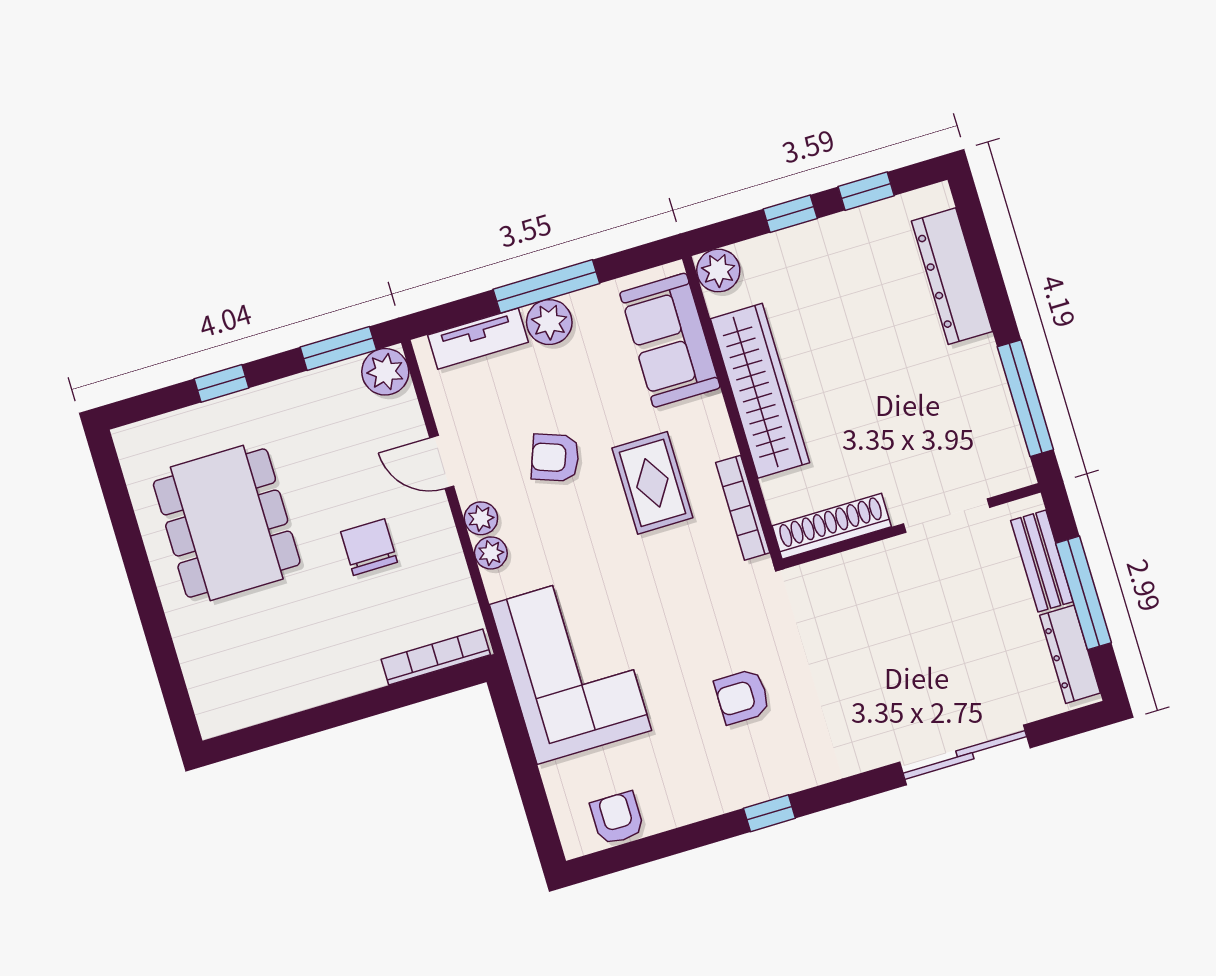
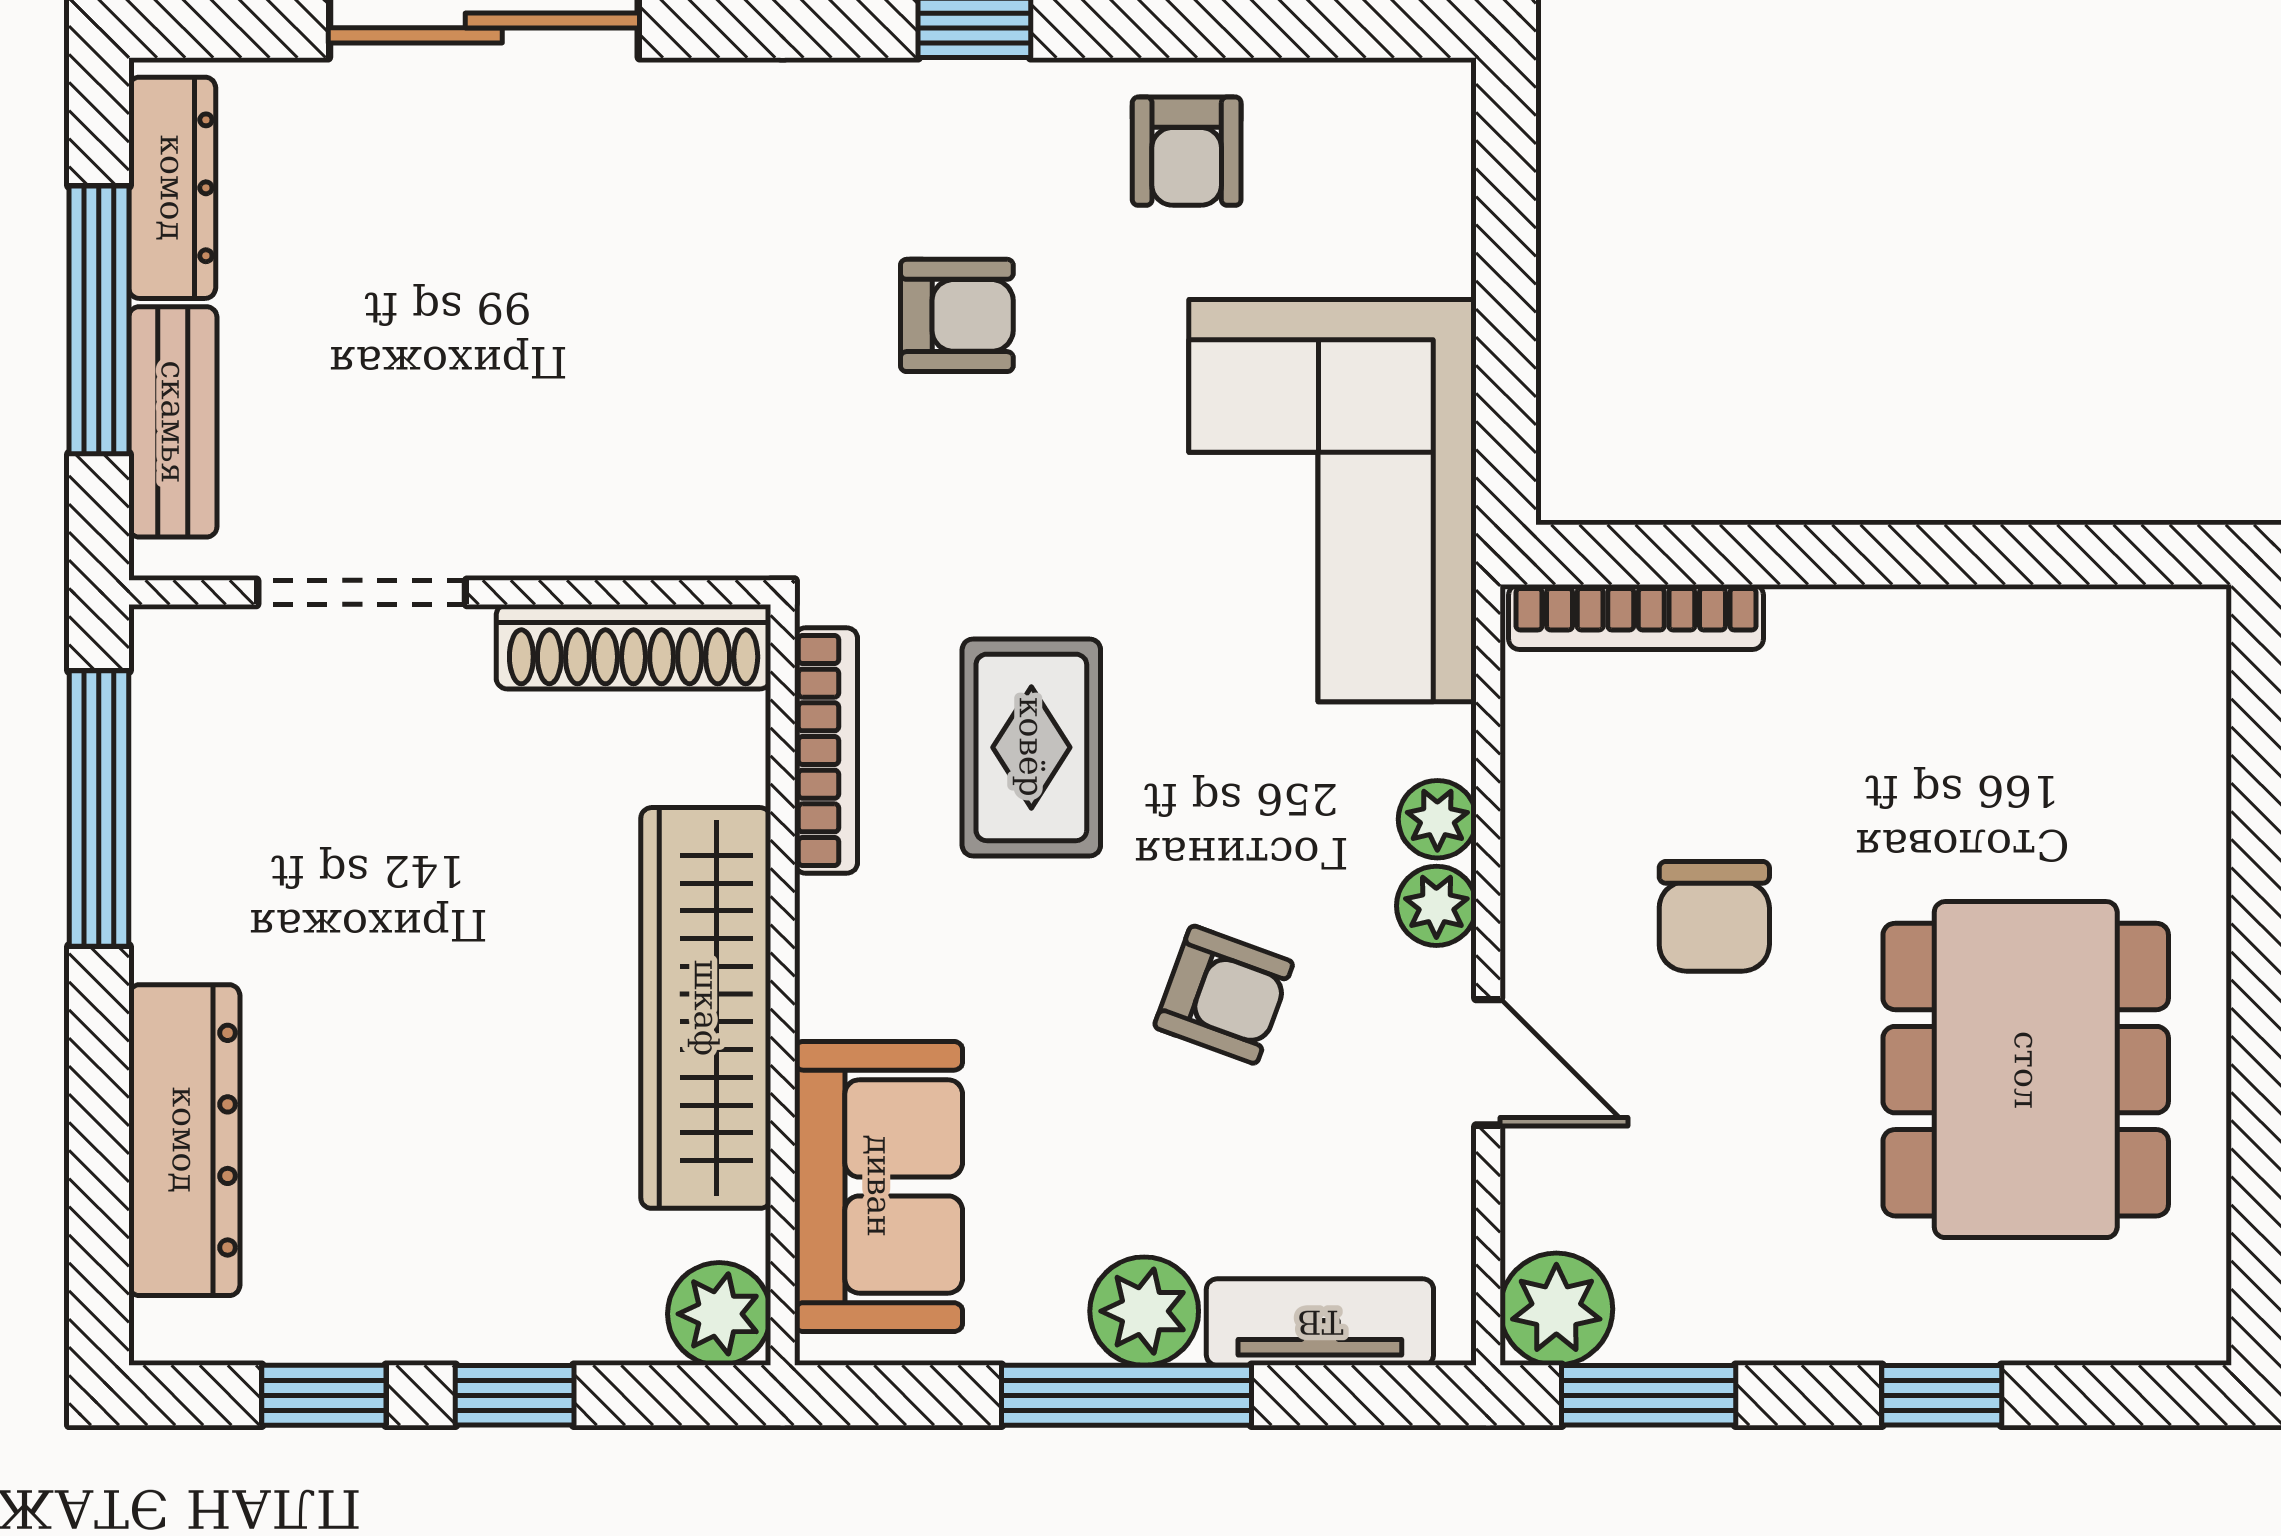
rug: (652, 483) -> (1031, 747), moved
armchair: (617, 818) -> (1187, 151), moved

